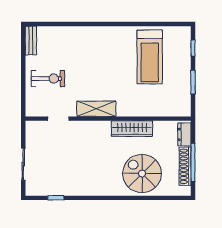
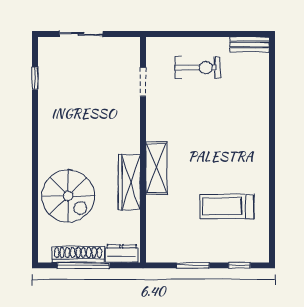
treadmill: (150, 57) -> (227, 206), width x0.73, depth x0.73
exercise bike: (48, 79) -> (198, 68), turned -90
shelving: (96, 109) -> (156, 168), moved
spiral stairs: (142, 174) -> (68, 196), turned 90

